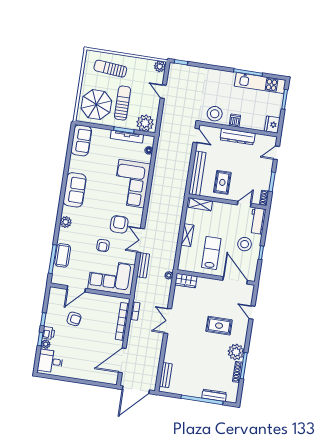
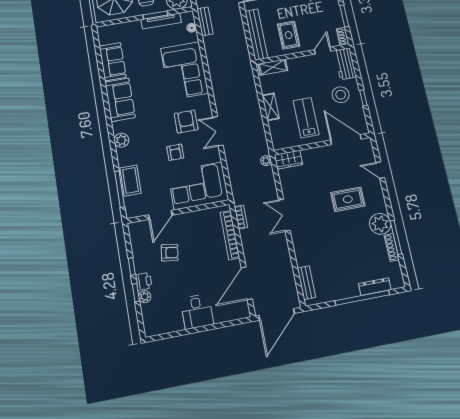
sofa: (81, 140) -> (113, 62), moved
bench: (143, 265) -> (205, 21), moved
desk: (50, 361) -> (197, 311), moved, turned -90

